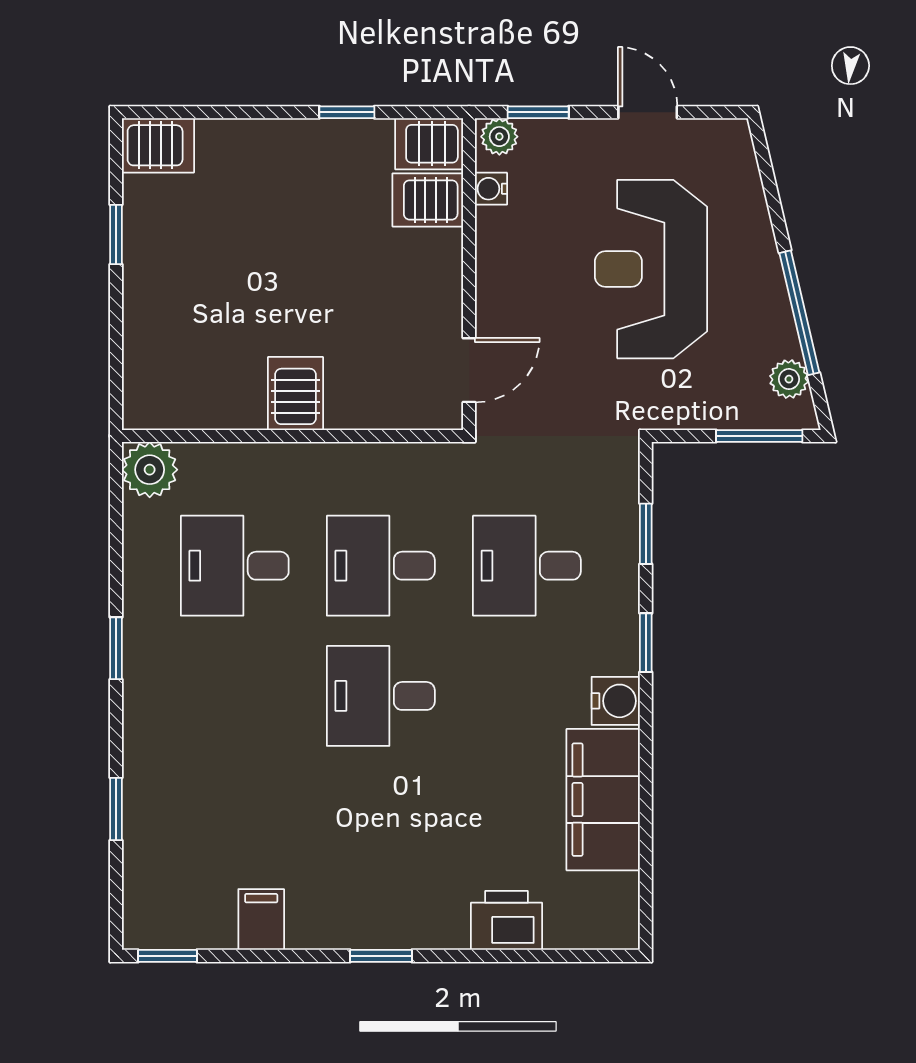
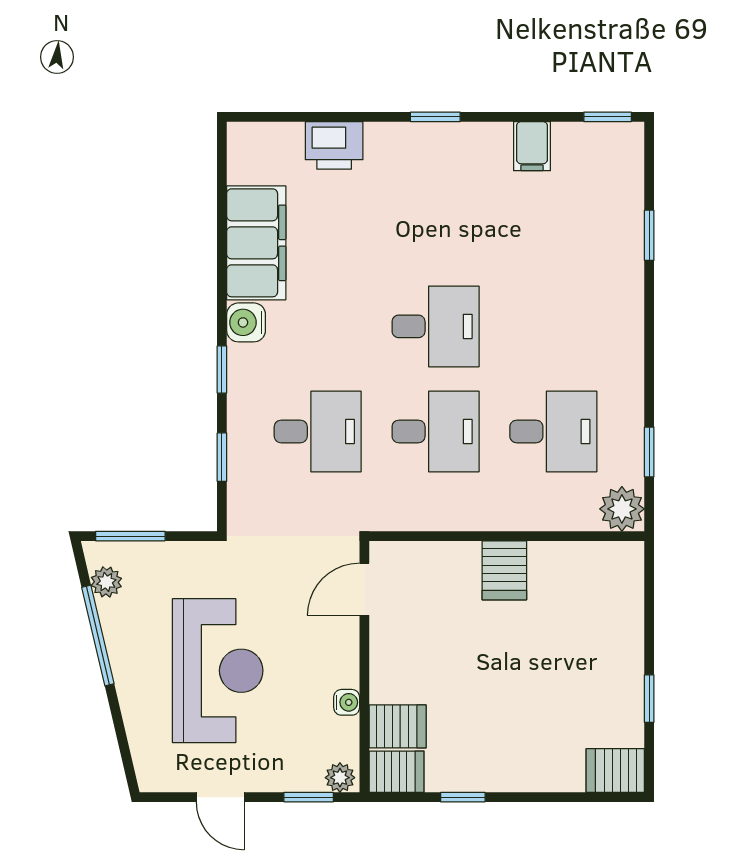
water cooler: (491, 189) -> (347, 702), moved
window: (116, 648) -> (649, 452), moved

